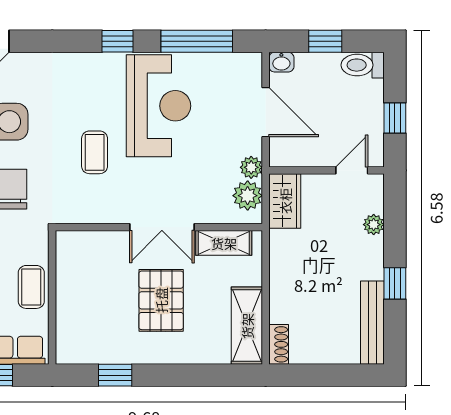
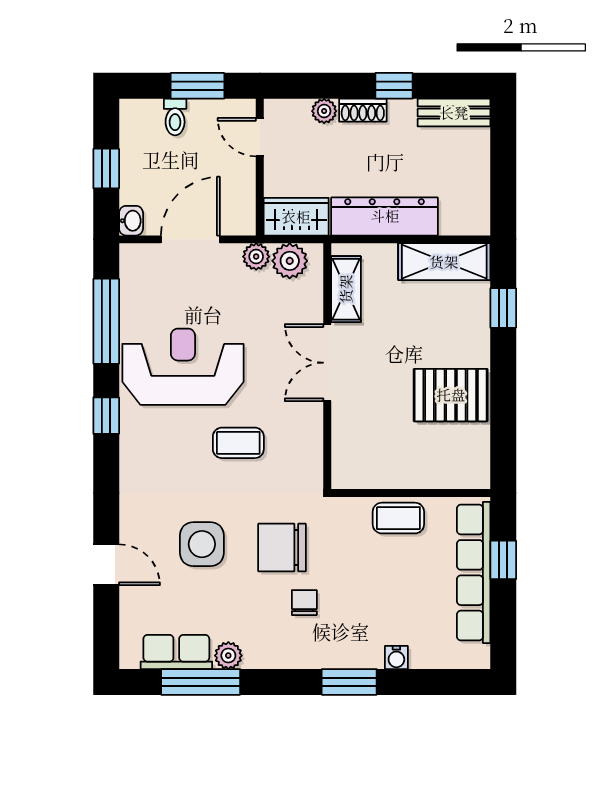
toilet: (363, 65) -> (175, 117), moved, width x0.73, depth x0.72
window: (395, 118) -> (197, 86), width x1.50
double door: (162, 227) -> (327, 363), swing flipped
dresser: (285, 275) -> (385, 216), added
pallet: (161, 300) -> (451, 395), moved
bench: (372, 323) -> (454, 113), width x0.73
shoe rack: (279, 344) -> (363, 110), moved, turned 180
window: (115, 375) -> (503, 308), moved

